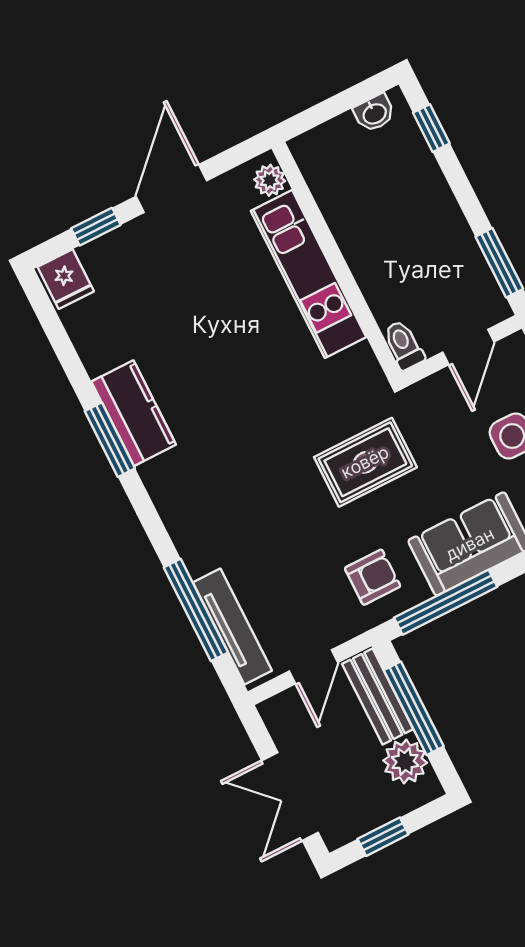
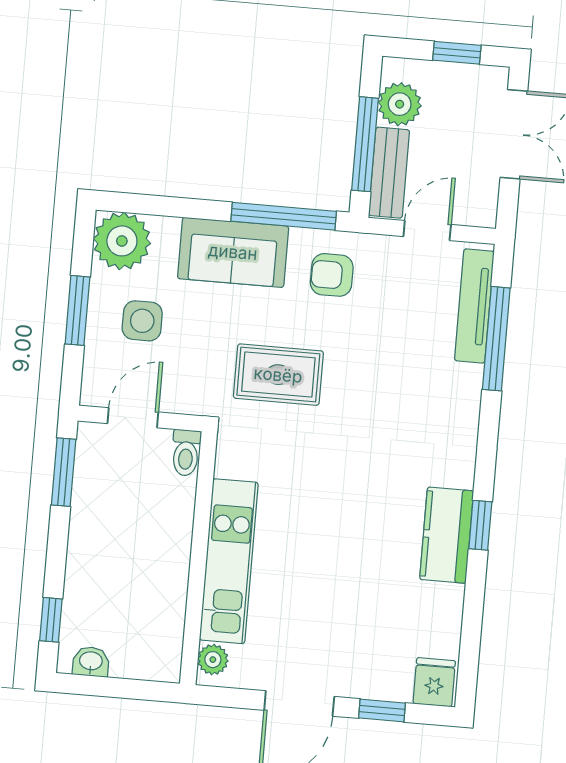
window: (110, 440) -> (480, 525), width x0.67

